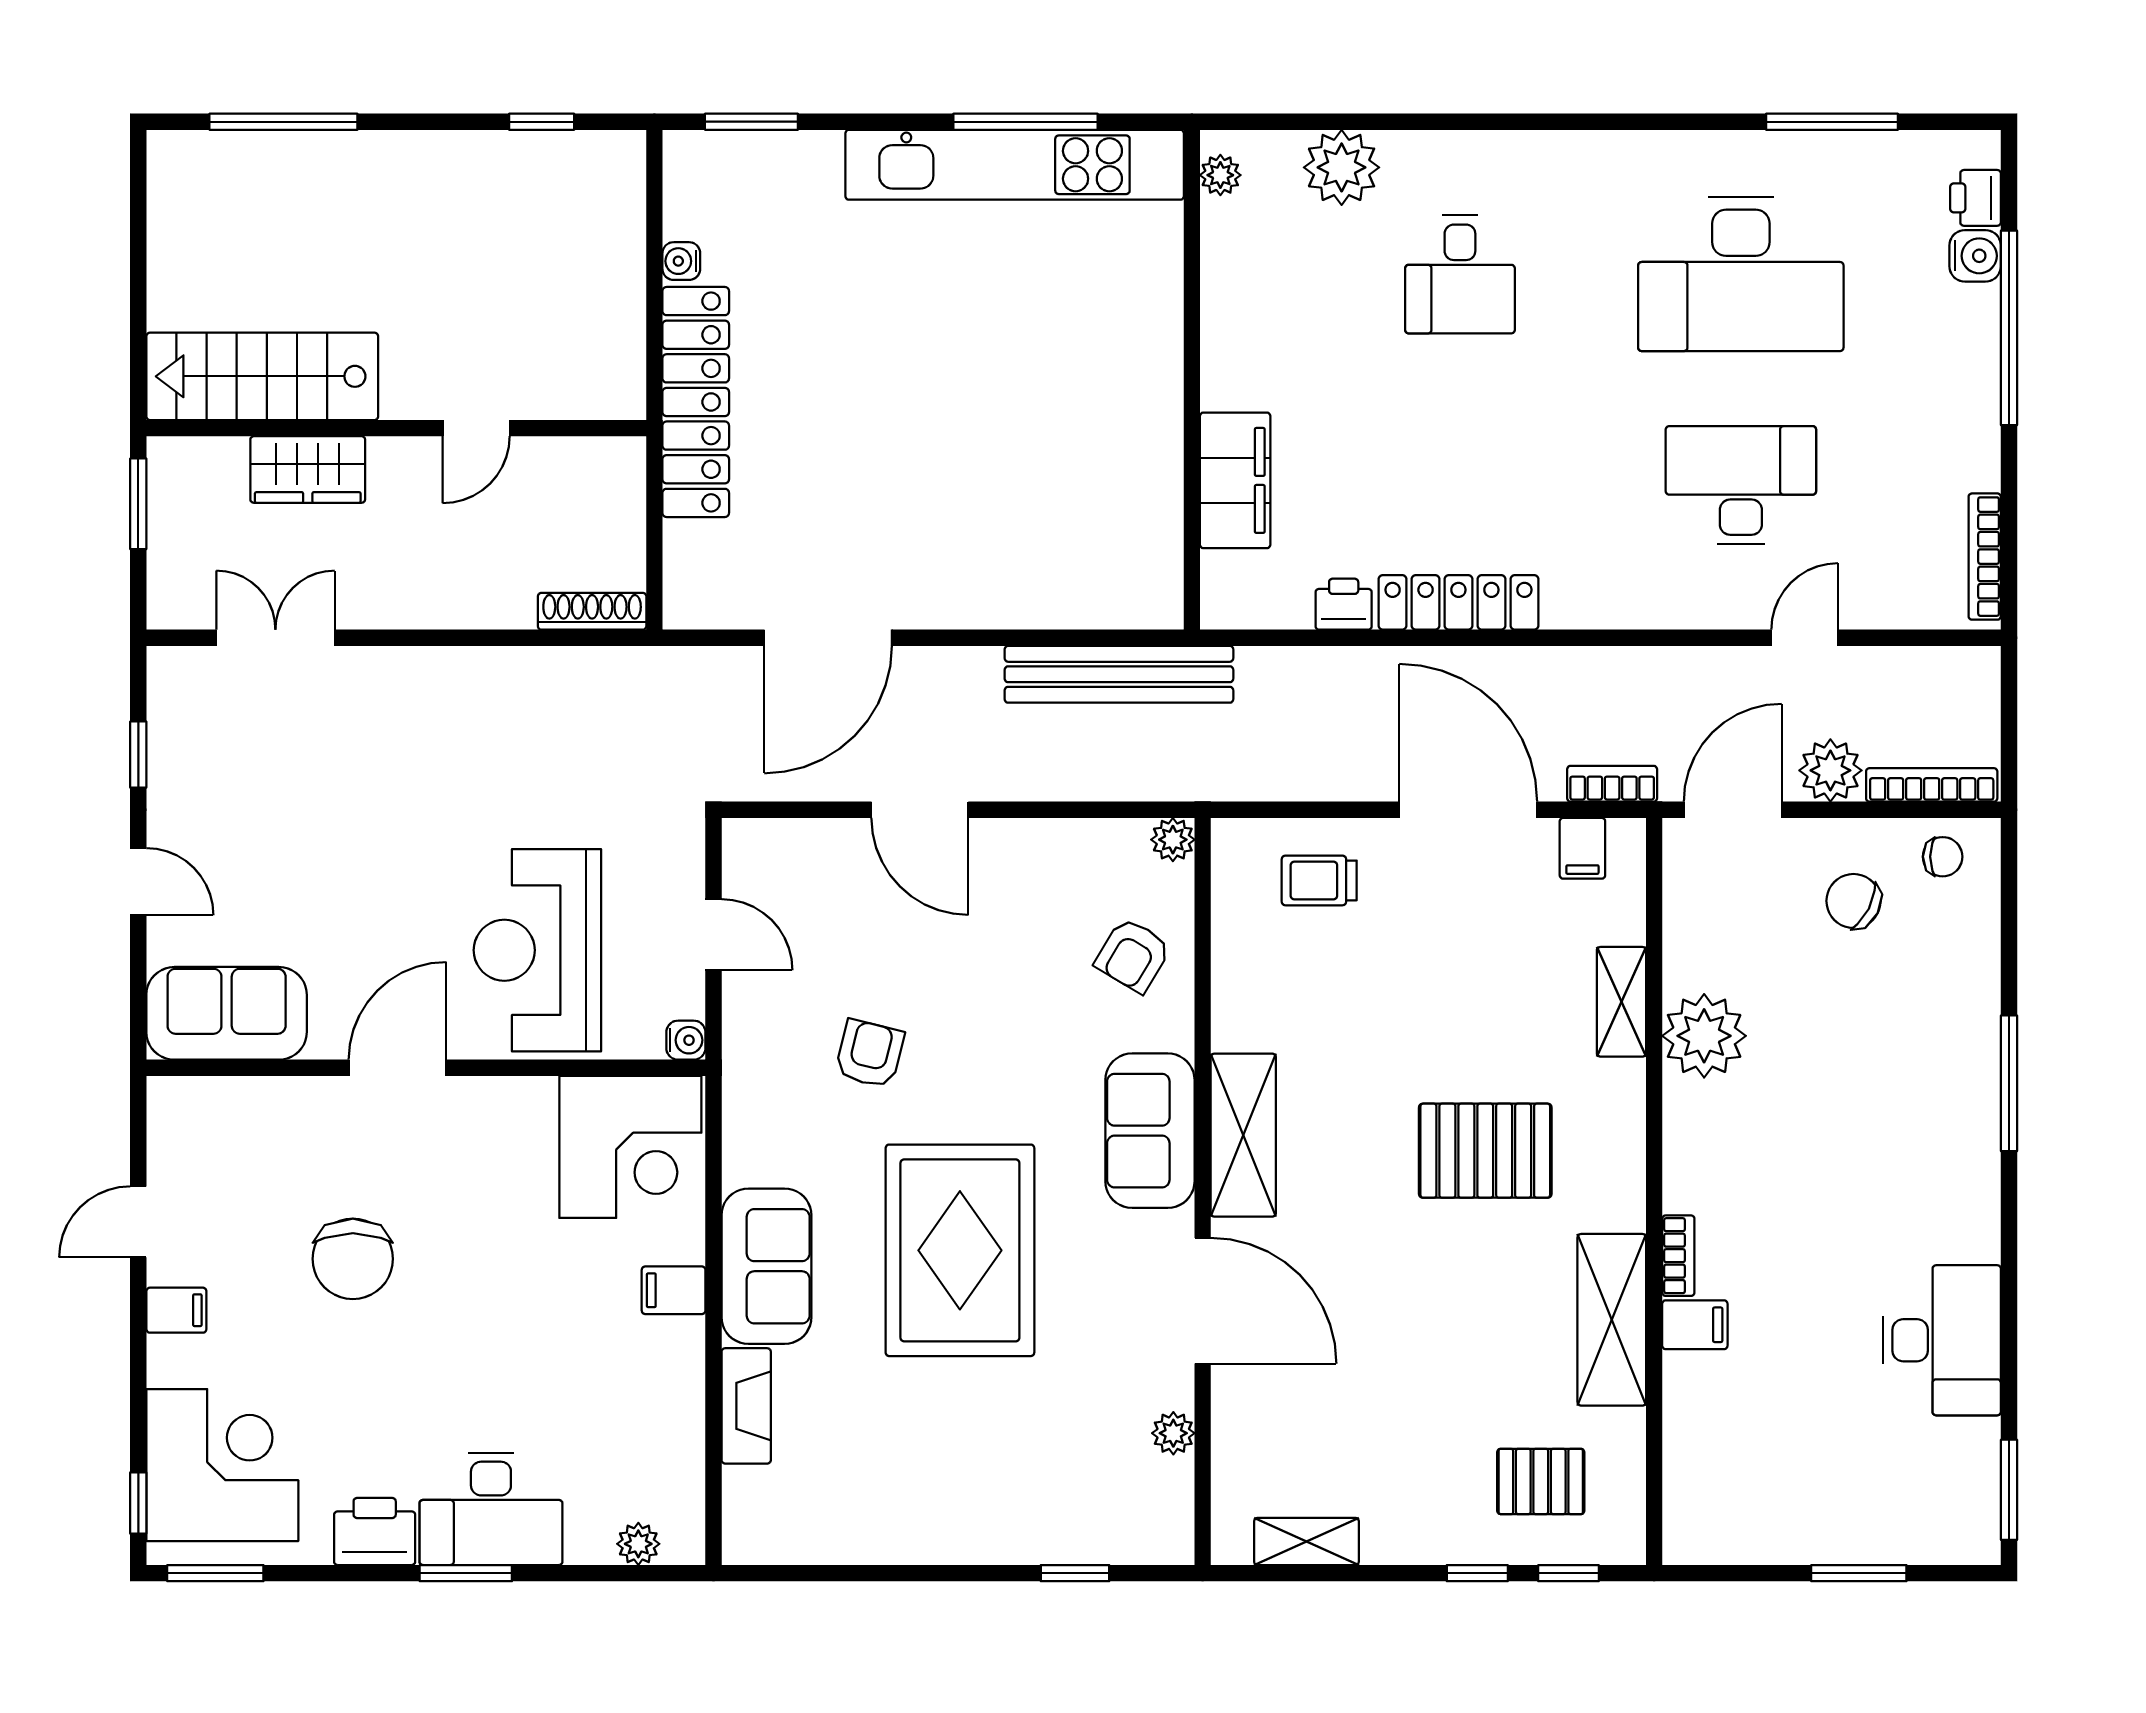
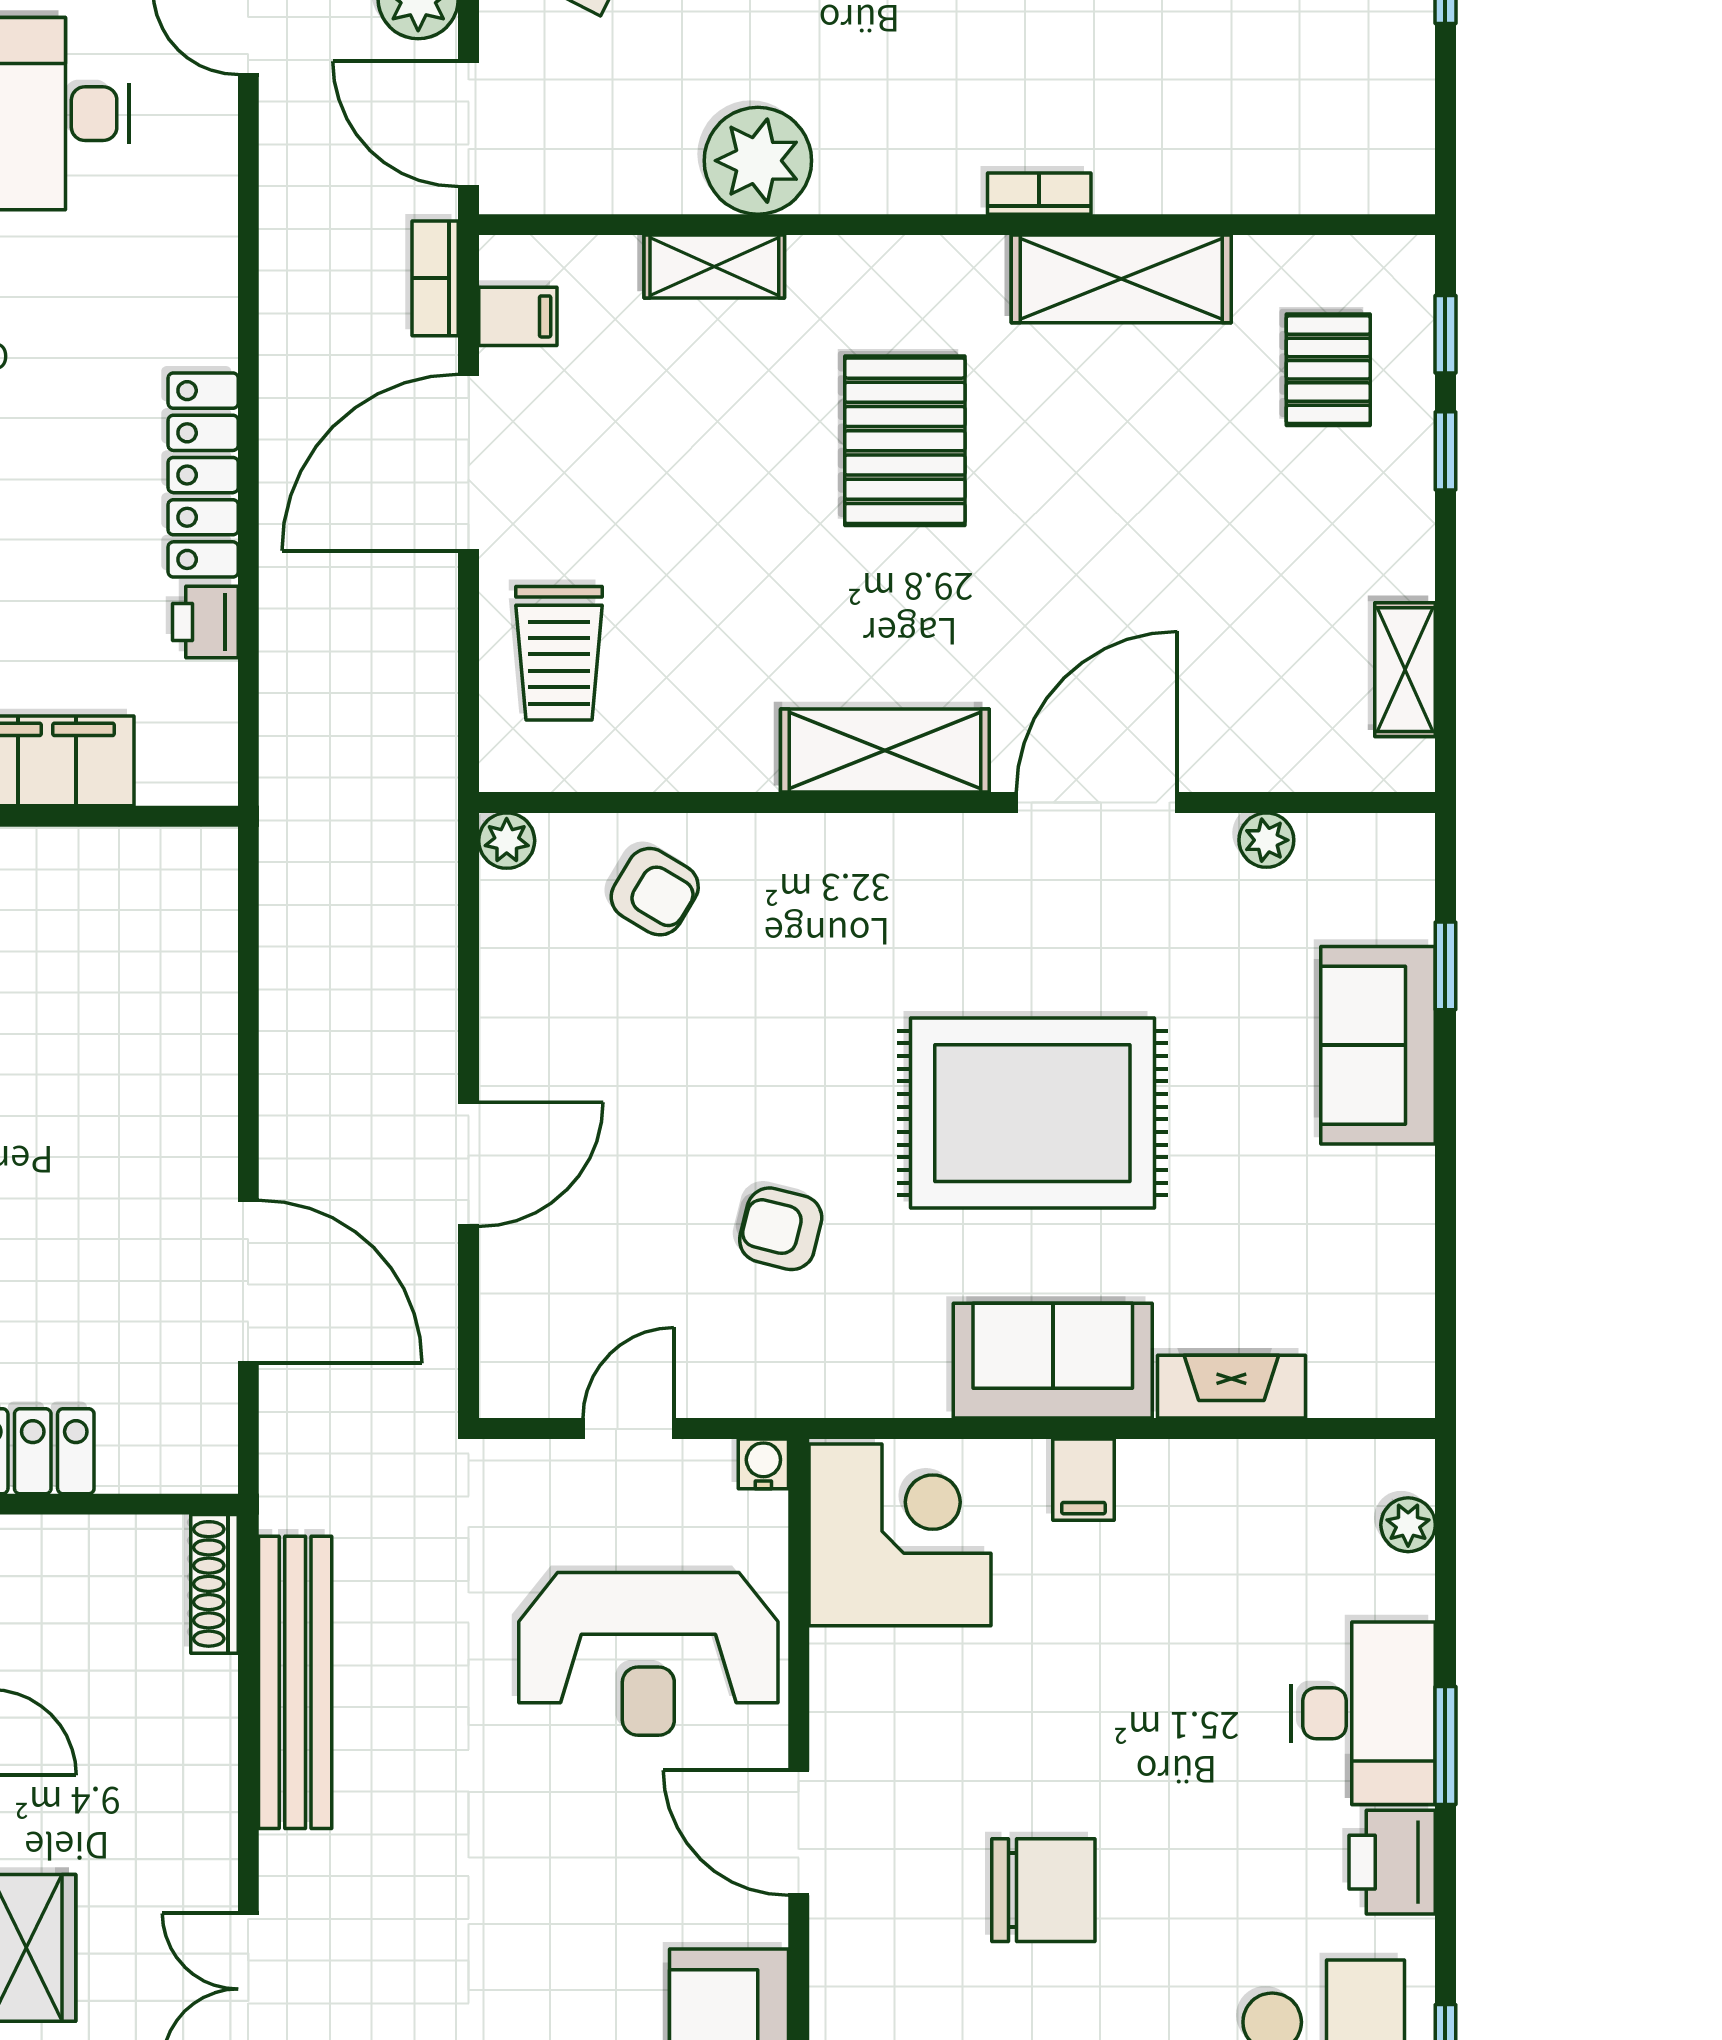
bench: (1119, 674) -> (295, 1682), moved
trolley: (1319, 880) -> (559, 653), width x1.36, depth x1.39
sofa: (1150, 1131) -> (1378, 1045), moved, turned 90
filing cabinet: (1695, 1325) -> (1128, 173), removed

